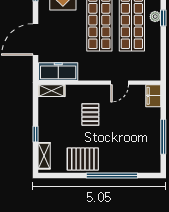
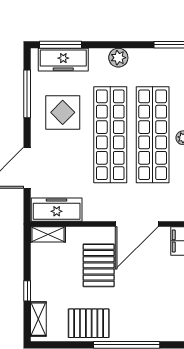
door: (120, 83) -> (137, 224), width x1.88
pallet: (90, 114) -> (99, 265), width x1.50, depth x1.42

